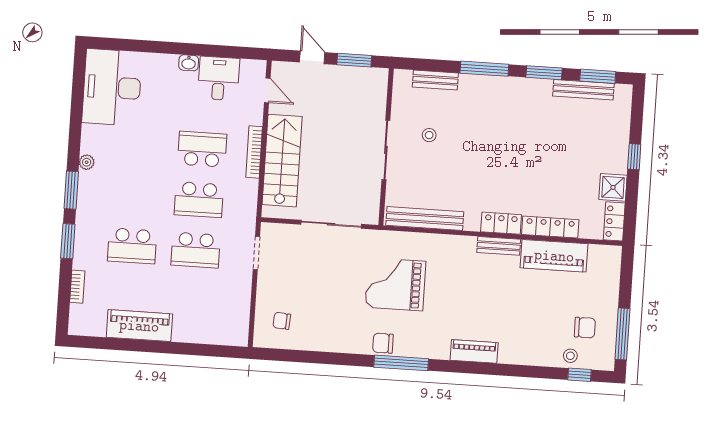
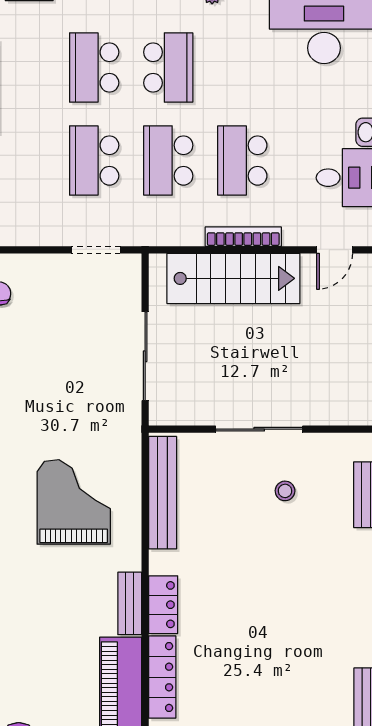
school desk: (202, 149) -> (242, 161), turned 180
school desk: (136, 195) -> (168, 67), added
grand piano: (395, 284) -> (74, 502), moved

